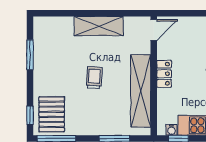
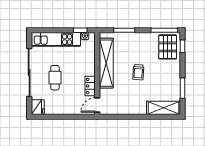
shelving: (99, 26) -> (164, 108), moved
locker: (164, 74) -> (90, 86), moved

